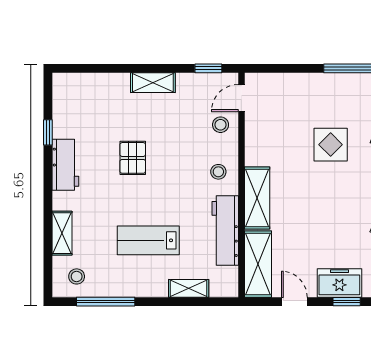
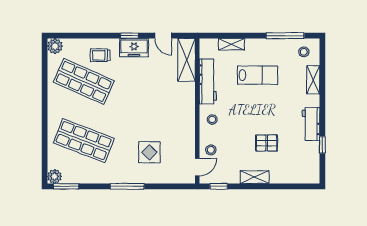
display table: (331, 145) -> (149, 152), moved
pallet: (133, 158) -> (267, 143), moved, turned 90
shelving: (257, 198) -> (187, 103), removed

